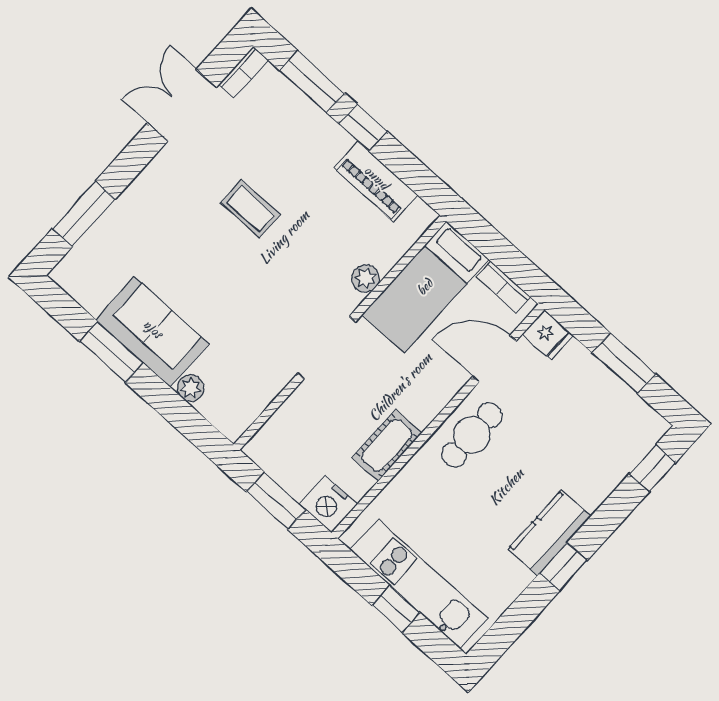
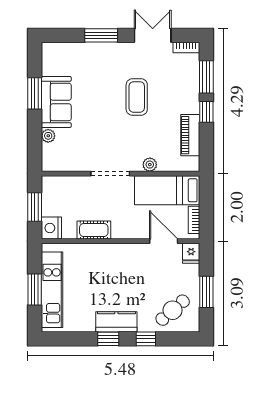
coffee table: (250, 209) -> (137, 97), width x1.36, depth x1.30
window: (84, 214) -> (101, 35), moved
cafe table: (472, 435) -> (173, 310), moved, turned -41
window: (652, 468) -> (146, 339), moved
window: (396, 609) -> (35, 290), width x1.50

